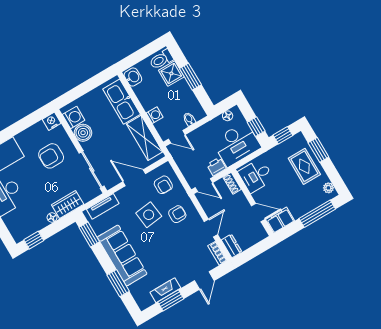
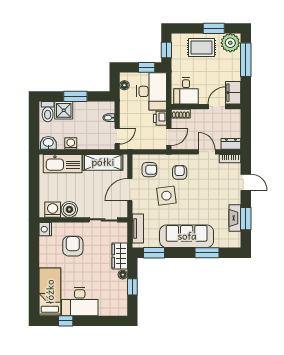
washing machine: (155, 115) -> (71, 144), moved
window: (318, 150) -> (214, 28), moved
armchair: (51, 156) -> (73, 246), turned 180
sliding door: (92, 170) -> (103, 220), width x0.73
plant: (328, 188) -> (230, 43), width x1.88, depth x1.88
window: (34, 240) -> (132, 287), moved

